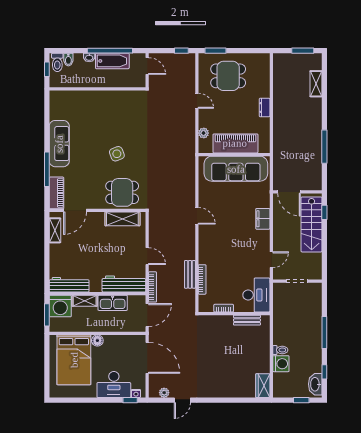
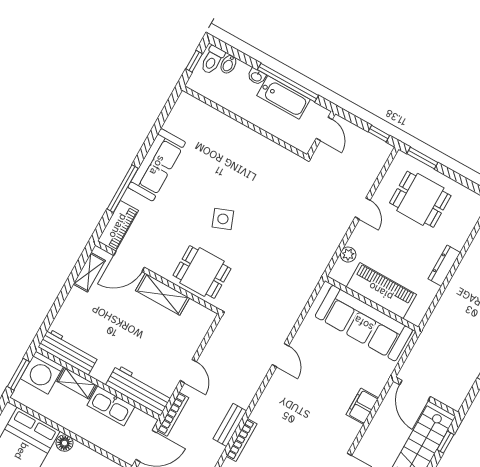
dresser: (265, 108) -> (444, 266), width x1.44
shelving: (122, 219) -> (163, 294), moved

